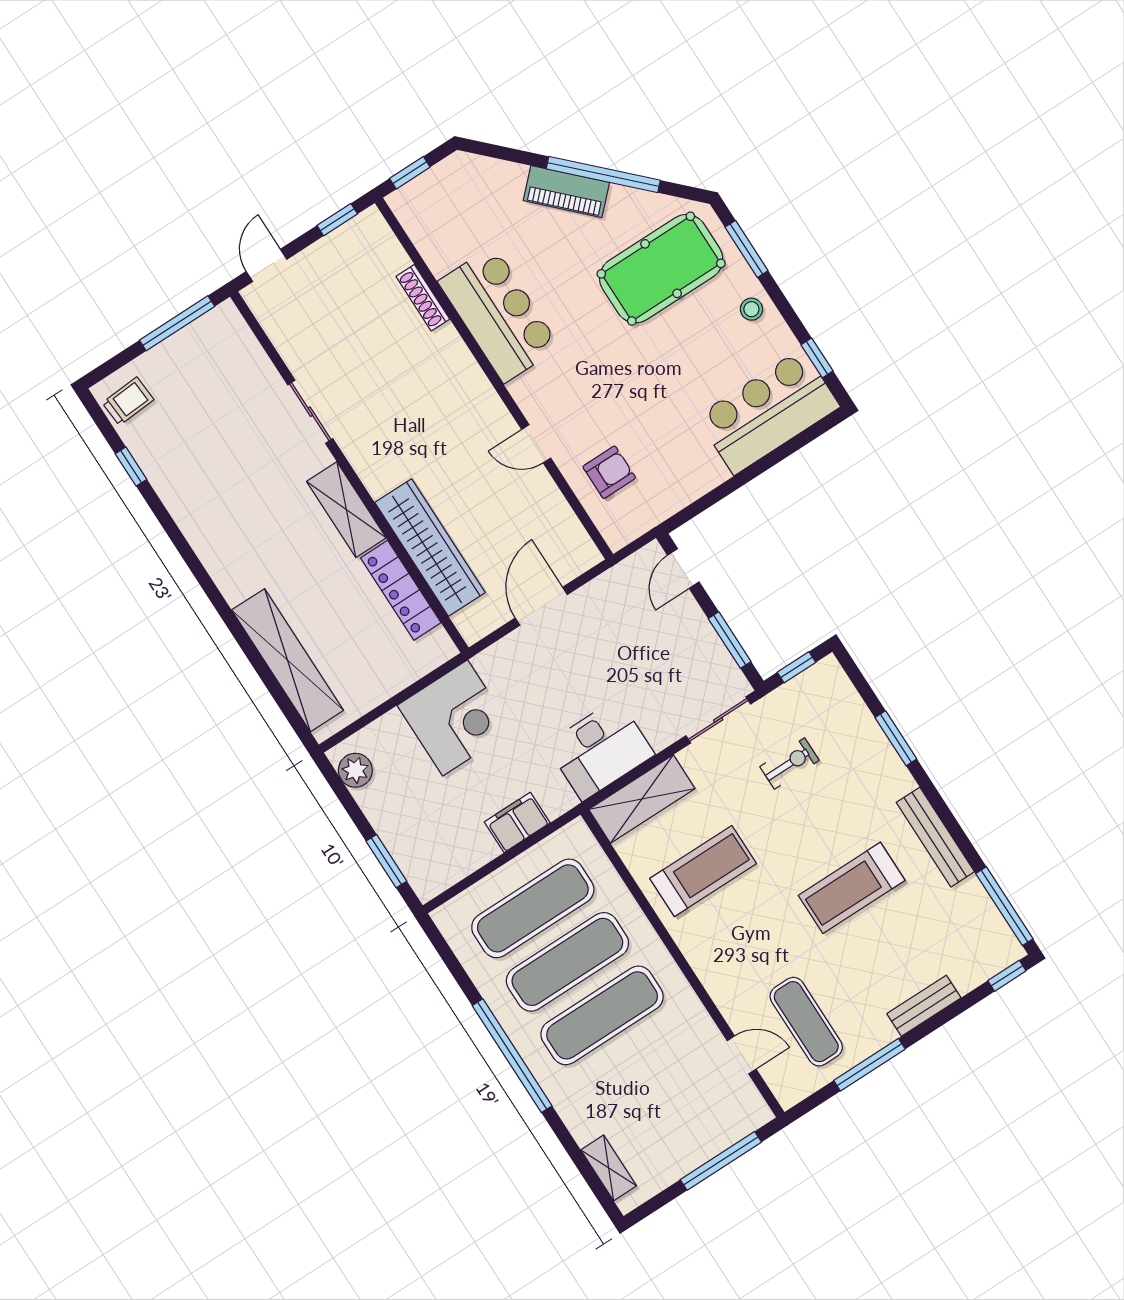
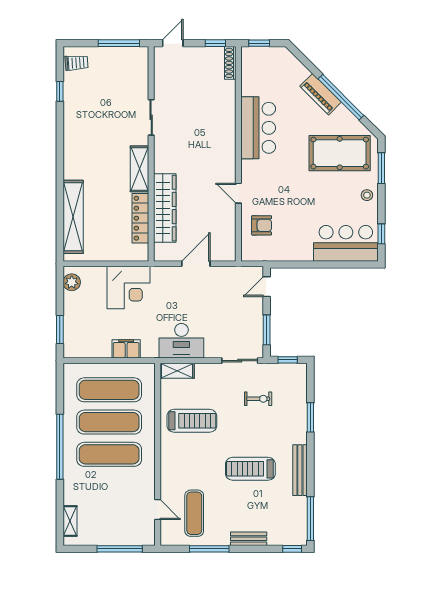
shoe rack: (423, 298) -> (230, 63), moved
shelving: (642, 799) -> (177, 371), width x0.67, depth x0.75

